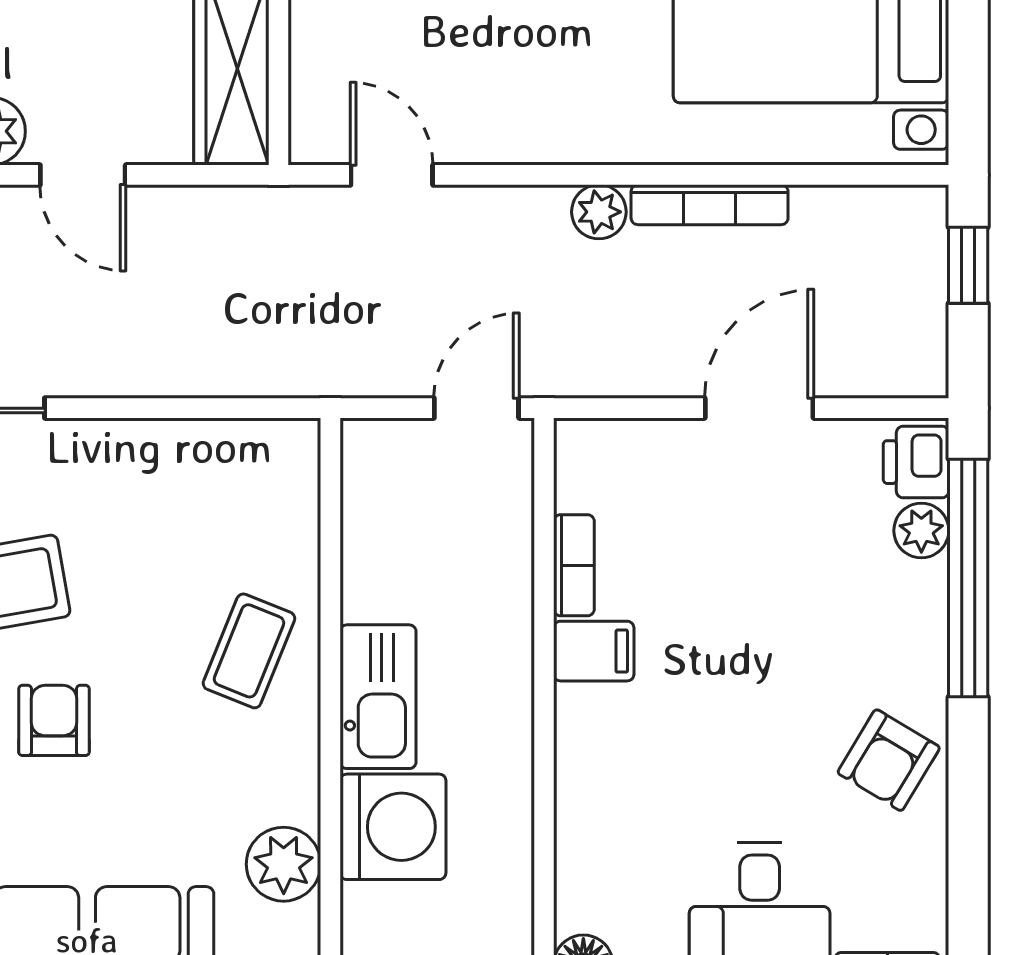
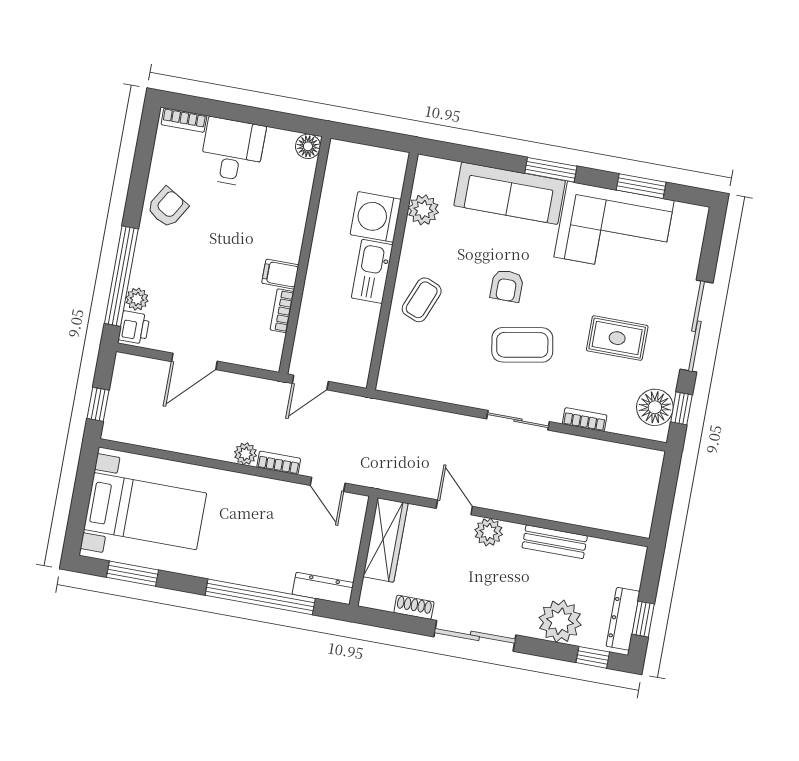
bookcase: (710, 205) -> (279, 463), moved, width x0.64

